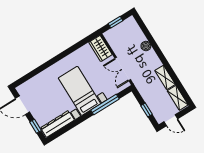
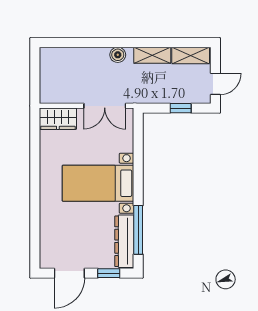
window: (115, 22) -> (35, 76), removed
boiler: (146, 46) -> (118, 55), moved
window: (105, 105) -> (138, 230), moved

